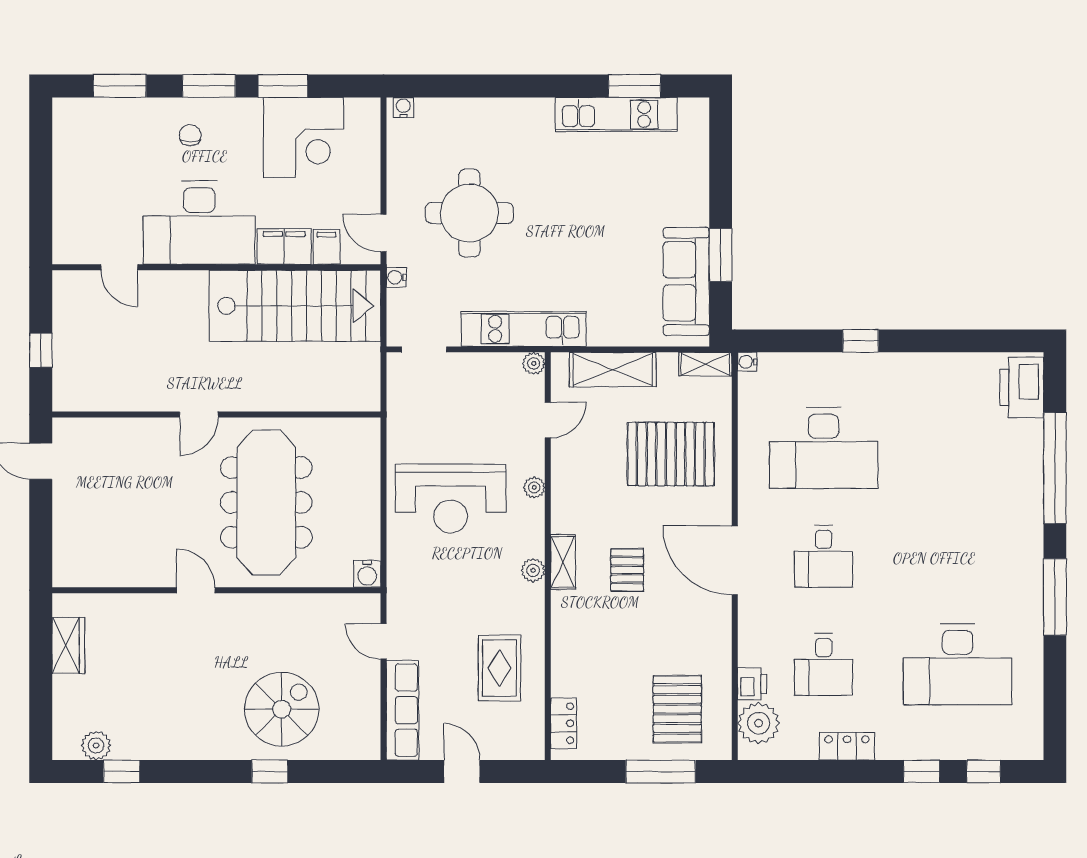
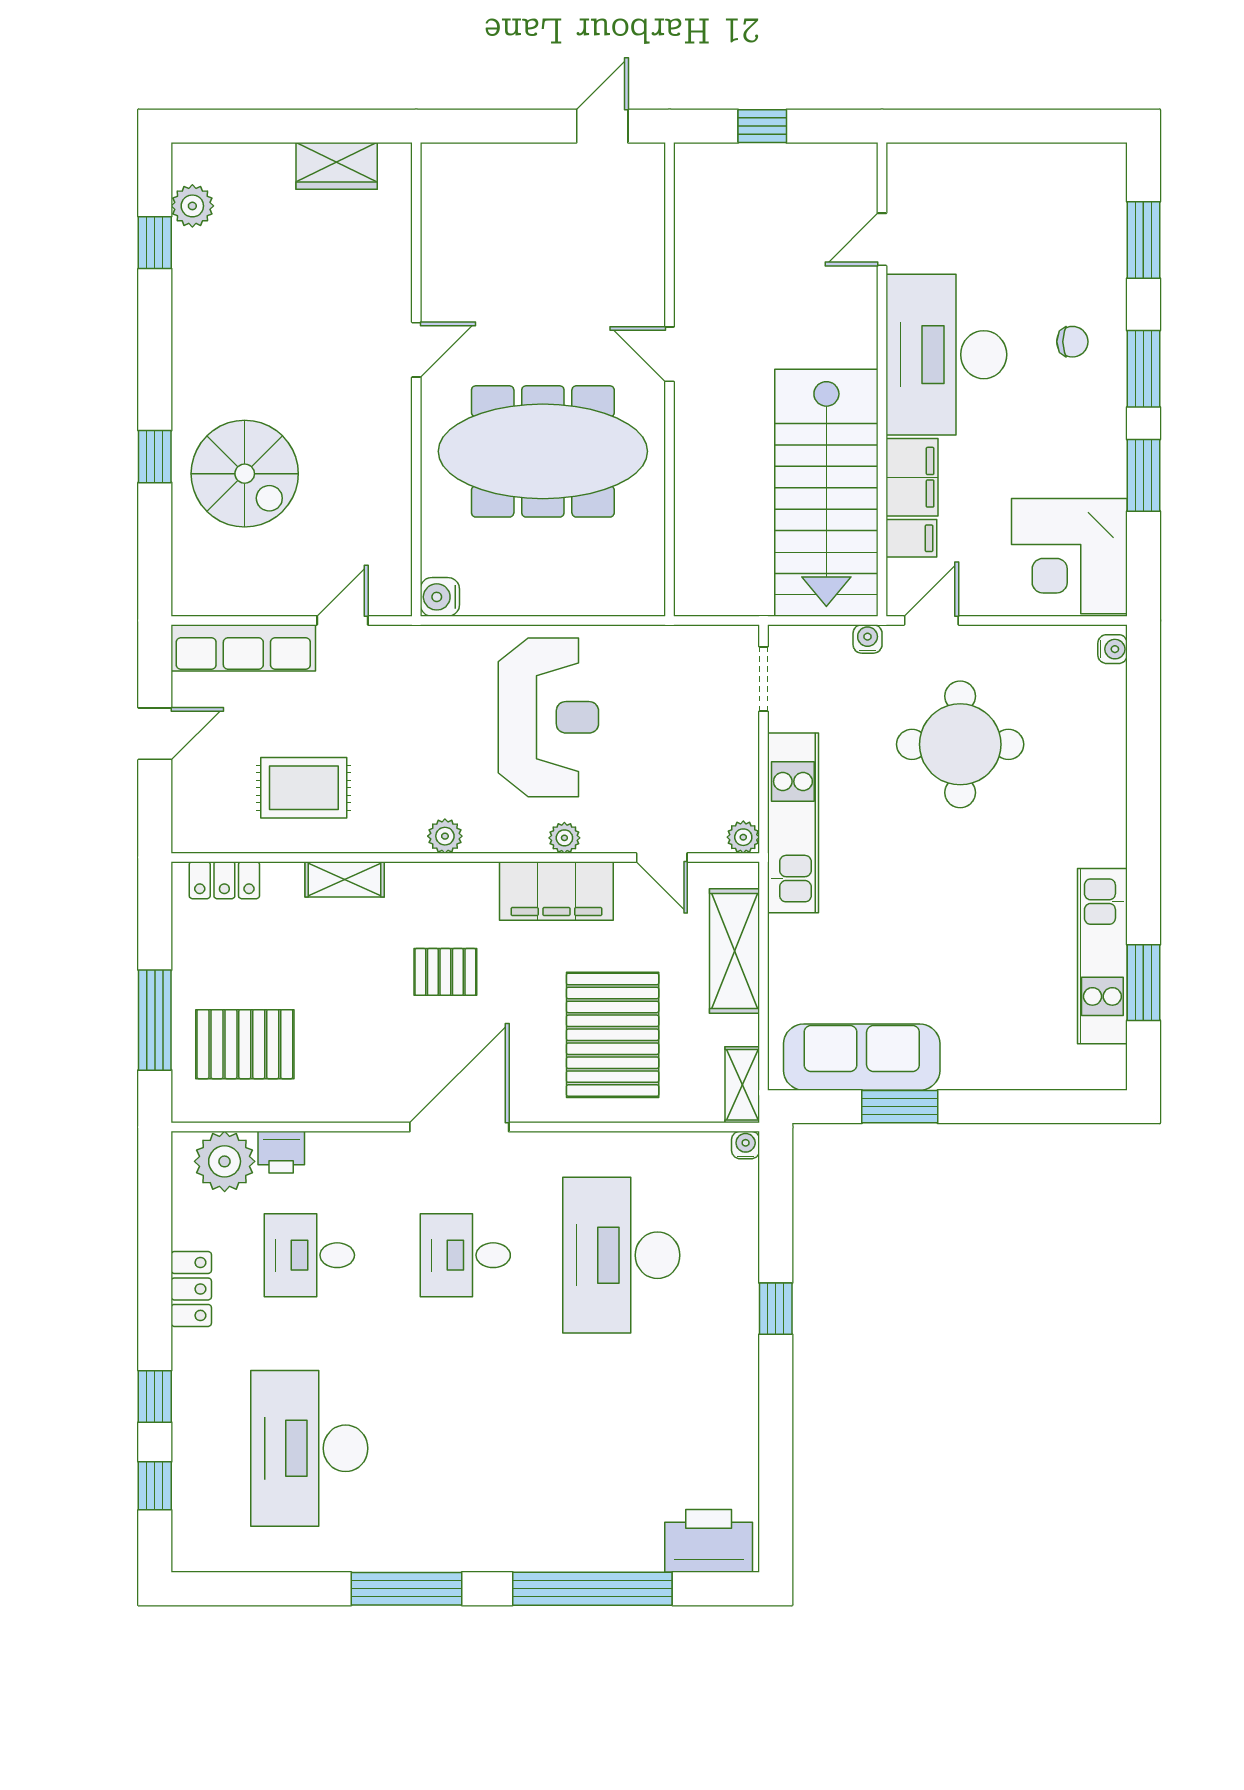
corner desk: (304, 137) -> (1069, 556), moved
filing cabinet: (571, 493) -> (556, 891), added
reception desk: (451, 499) -> (548, 717), turned 180
shelving: (563, 562) -> (345, 879), moved

